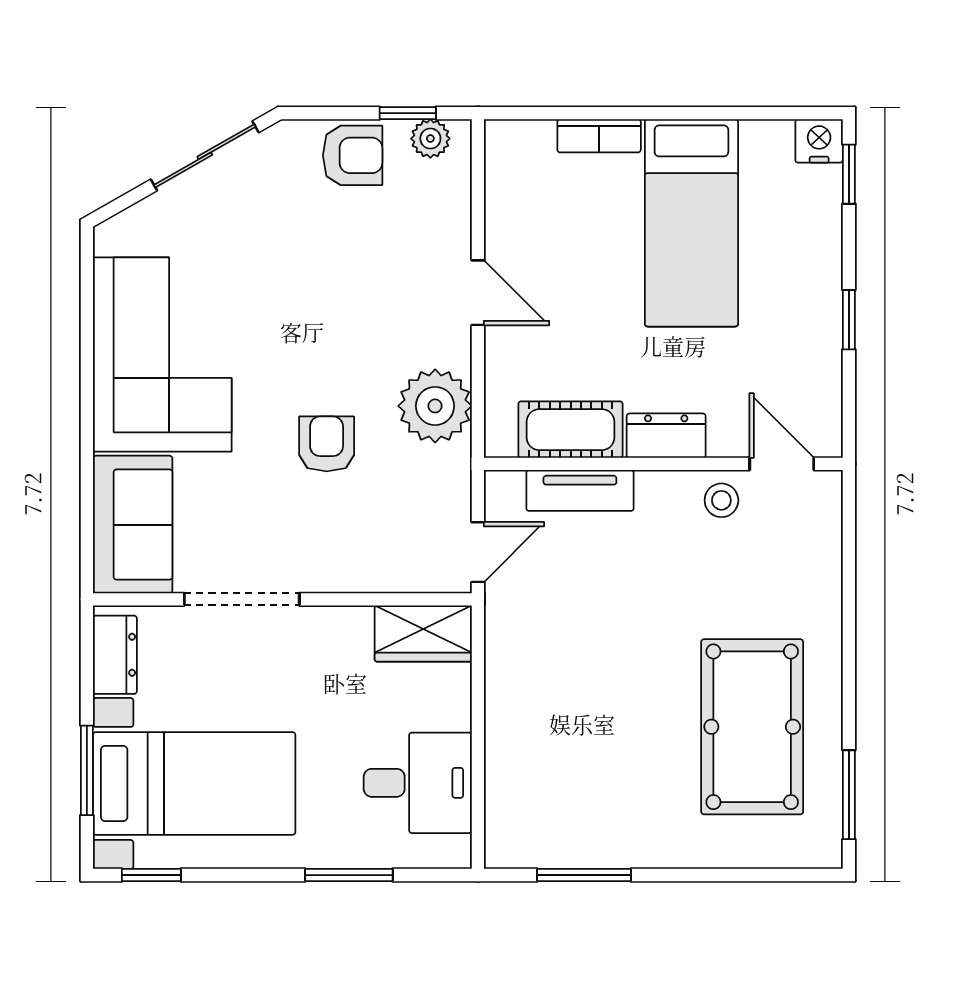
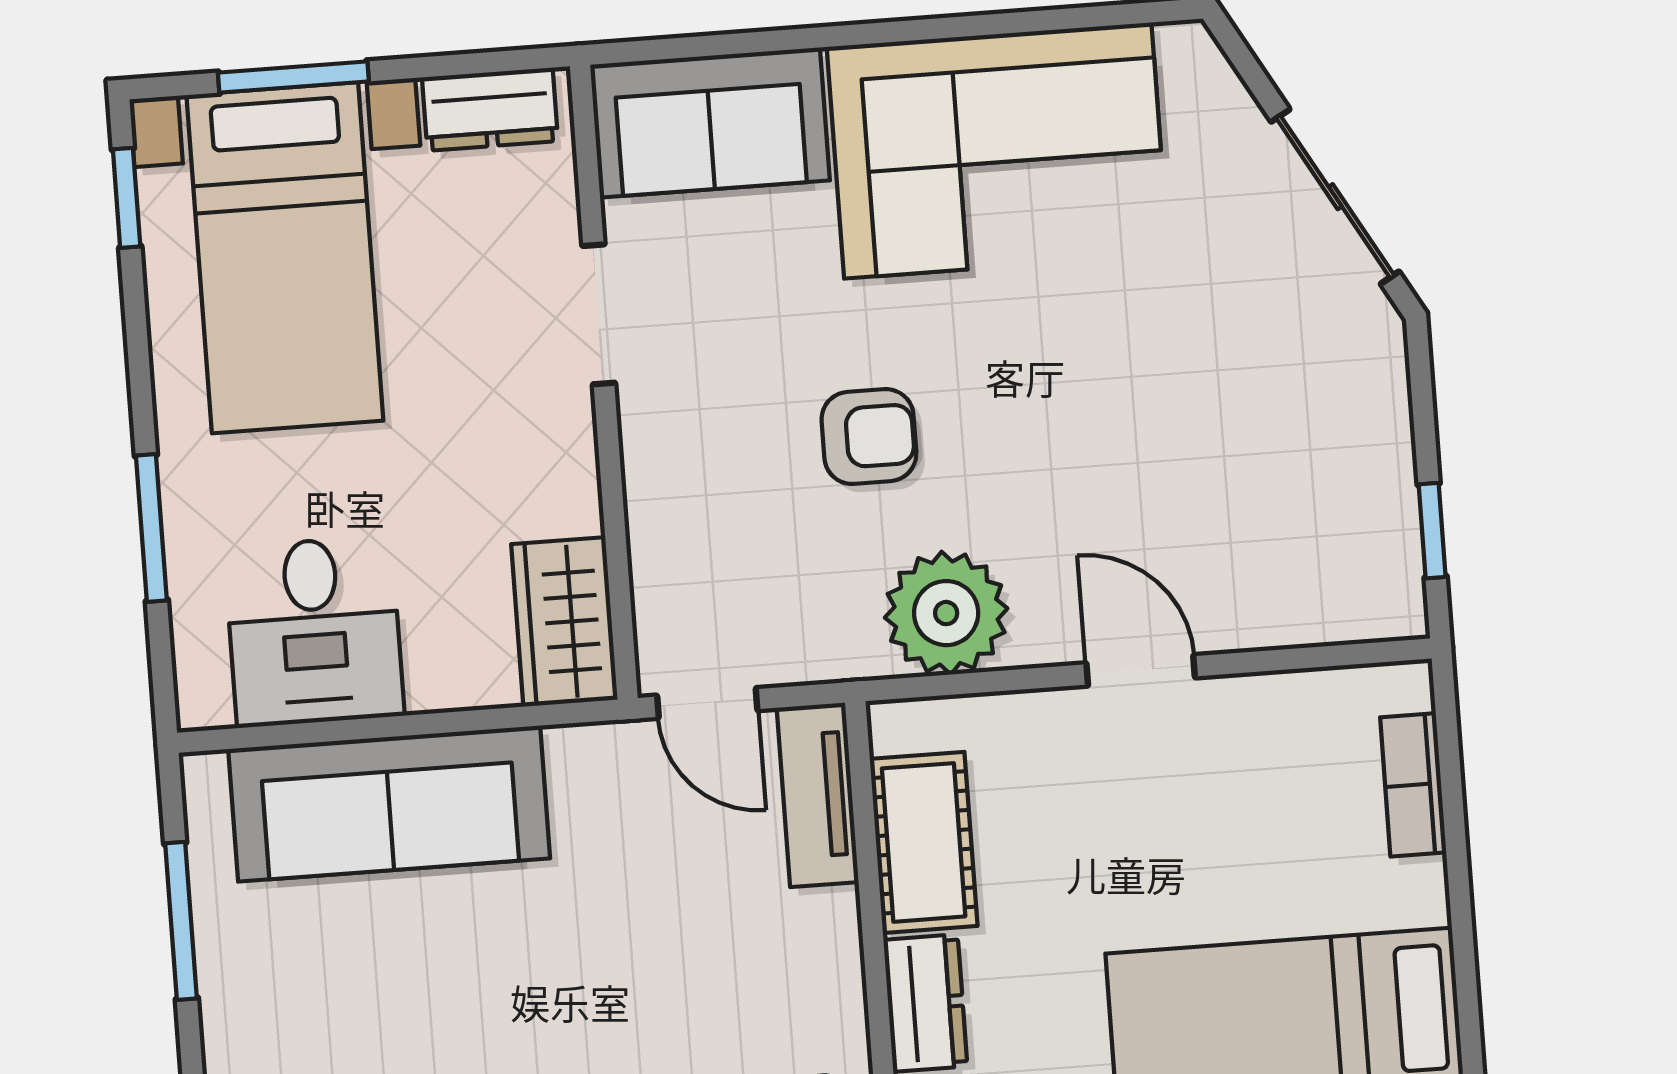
bookcase: (599, 136) -> (1413, 785), moved
plant: (430, 139) -> (1392, 572), removed
armchair: (353, 155) -> (1355, 444), removed
door: (478, 293) -> (1141, 670), swing flipped
tv unit: (580, 490) -> (818, 795), moved
doorway: (242, 599) -> (599, 314), width x0.73
sofa: (524, 746) -> (389, 804), added

